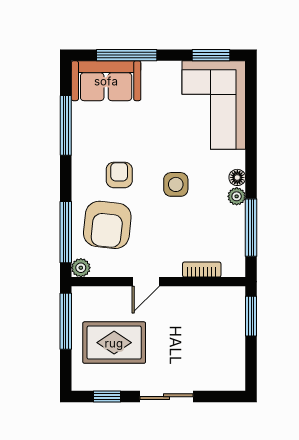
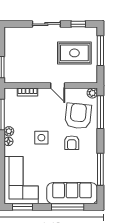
sofa: (106, 81) -> (72, 193), width x1.36
door: (146, 282) -> (58, 86), swing flipped
window: (66, 321) -> (100, 51), moved

